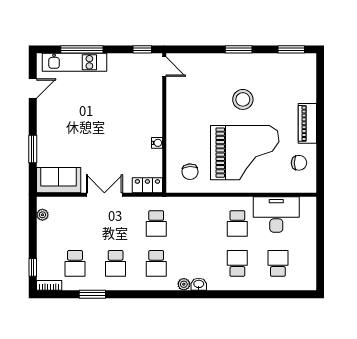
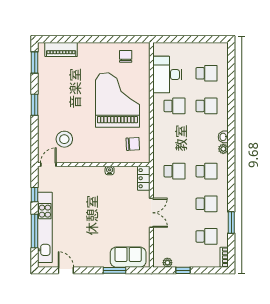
window: (142, 49) -> (35, 195), moved
kitchen unit: (75, 62) -> (45, 227), width x1.36
stool: (243, 99) -> (64, 139), moved
piano: (307, 123) -> (61, 50), moved
sofa: (59, 180) -> (128, 257), moved, turned 90
double door: (104, 195) -> (151, 213), swing flipped
school desk: (237, 263) -> (207, 106), turned 180
school desk: (278, 263) -> (207, 73), turned 180
window: (33, 267) -> (183, 270), moved

